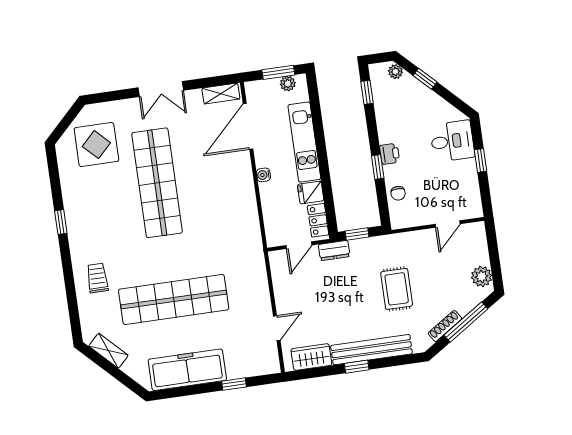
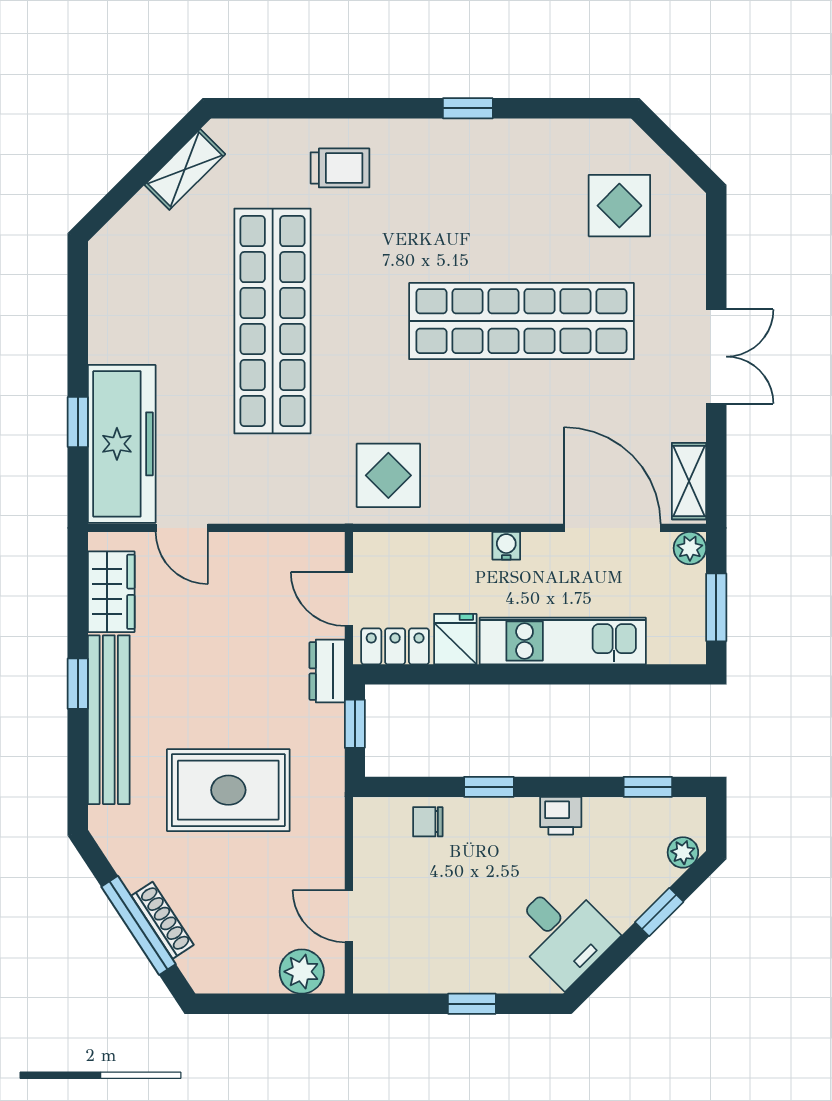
plant: (288, 84) -> (690, 548), moved
double door: (161, 89) -> (716, 357), swing flipped
desk: (452, 141) -> (563, 933), moved, turned -45
display table: (96, 145) -> (619, 206), width x0.73, depth x0.73
printer: (390, 154) -> (561, 816), moved
display table: (238, 235) -> (388, 475), added
plant: (482, 277) -> (302, 972), moved
rug: (397, 289) -> (228, 790), width x1.36, depth x1.43
shoe rack: (445, 326) -> (163, 920), moved
freezer: (187, 370) -> (122, 444), moved

